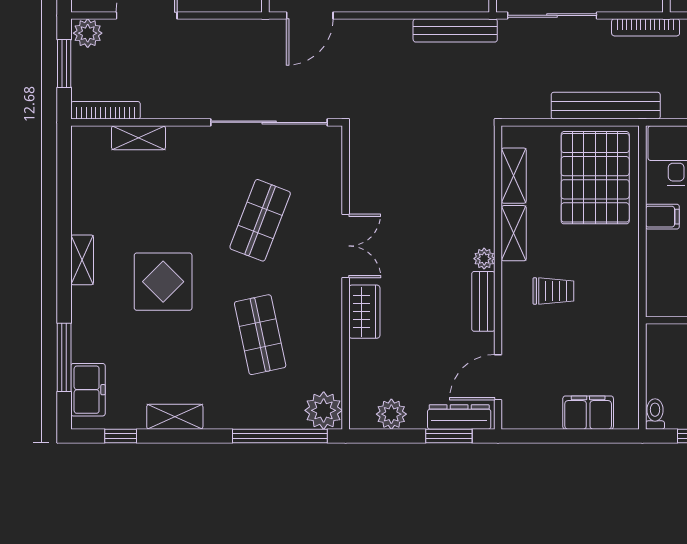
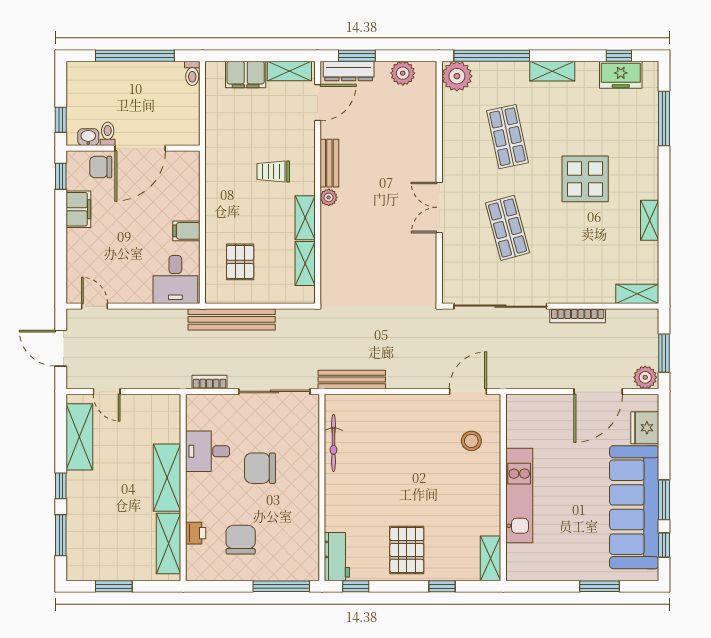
bookcase: (646, 27) -> (210, 382), width x0.64
bookcase: (106, 110) -> (578, 316), moved
shelving: (138, 138) -> (637, 294), moved
pallet: (595, 178) -> (240, 262), width x0.49, depth x0.50
shop shelf: (260, 220) -> (508, 228), turned -36
shelving: (82, 260) -> (650, 220), moved
wardrobe: (364, 312) -> (424, 155), removed
freezer: (88, 390) -> (621, 75), moved, turned -90
shelving: (175, 417) -> (552, 71), moved
shelving: (533, 417) -> (289, 71), added

